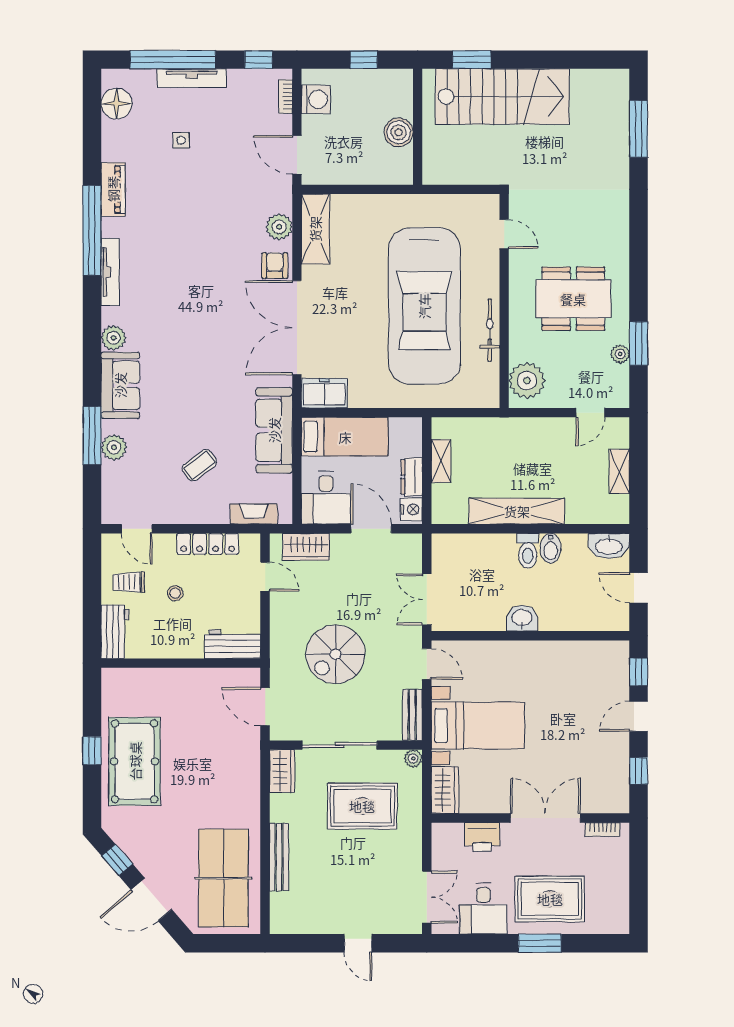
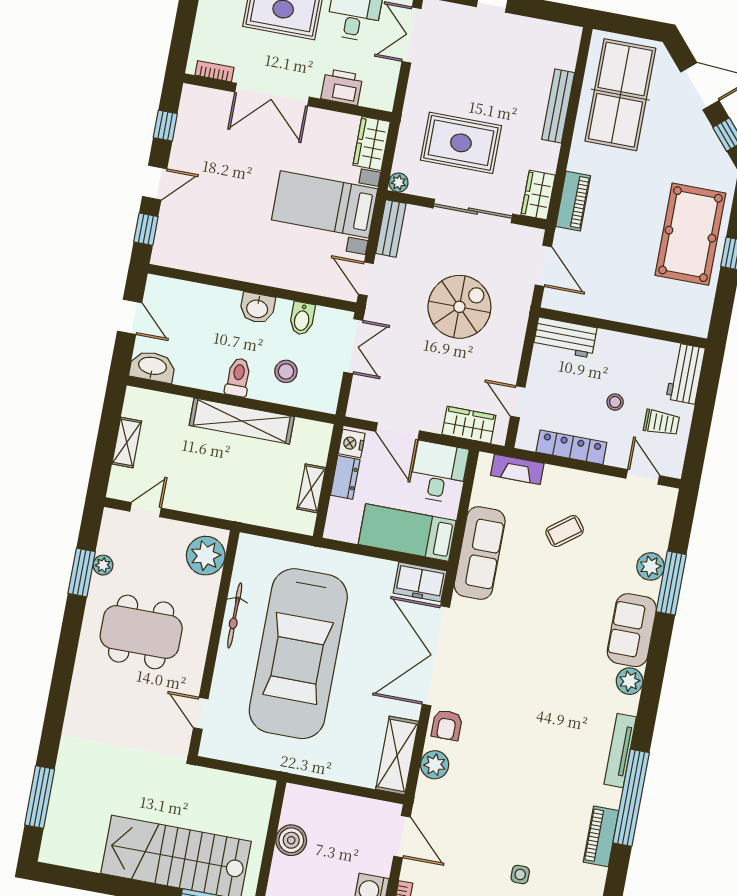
car: (424, 306) -> (298, 654), turned 180
double door: (297, 328) -> (436, 656), swing flipped
bidet: (551, 548) -> (302, 318), moved, turned 180
stool: (485, 565) -> (286, 371), added
piano: (249, 772) -> (573, 201), added

